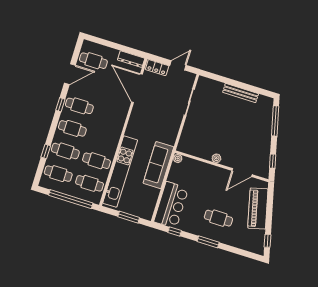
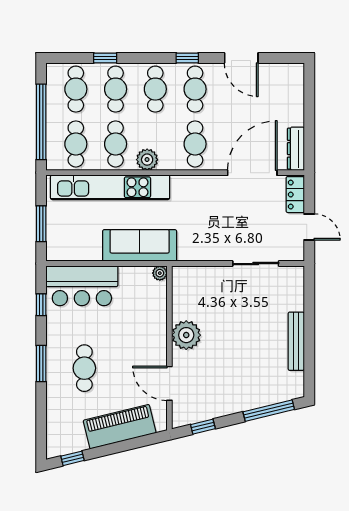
cafe table: (93, 61) -> (195, 144), moved
plant: (111, 146) -> (147, 160), added
plant: (216, 158) -> (186, 335), width x1.88, depth x1.88

